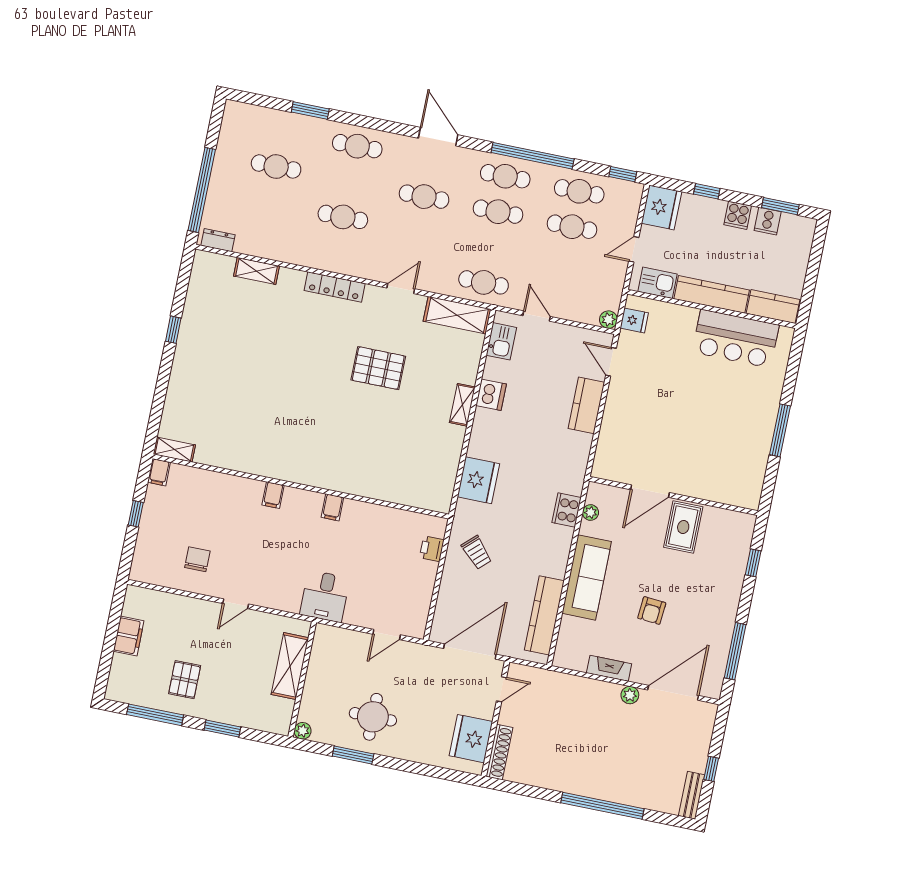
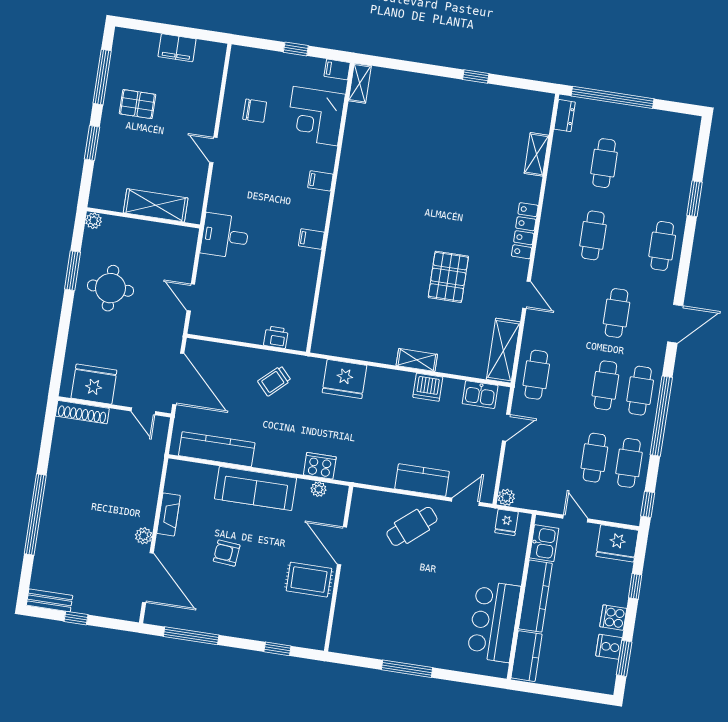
cafe table: (276, 166) -> (604, 163), moved
cafe table: (634, 418) -> (412, 526), added
corner desk: (206, 497) -> (315, 116), added

